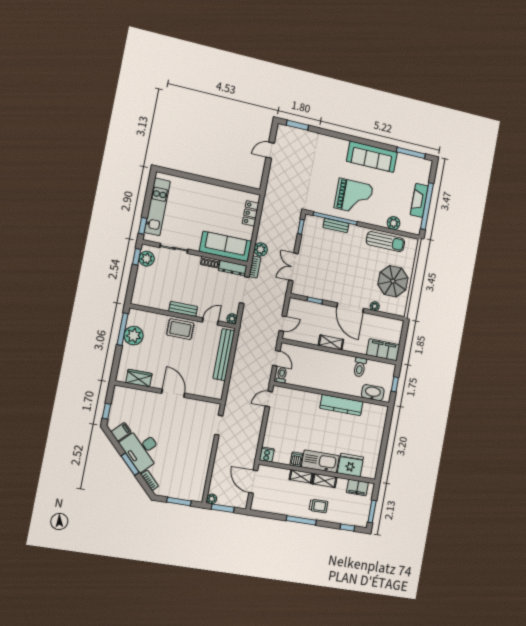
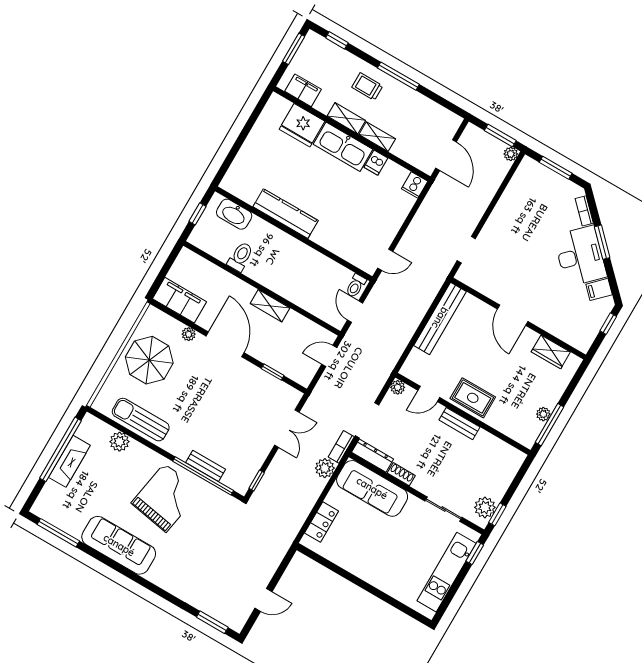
grand piano: (354, 197) -> (165, 498), turned 100
plant: (134, 336) -> (543, 414), width x0.53, depth x0.53
filing cabinet: (383, 350) -> (179, 300), moved, turned 180
bench: (224, 355) -> (440, 318), moved

